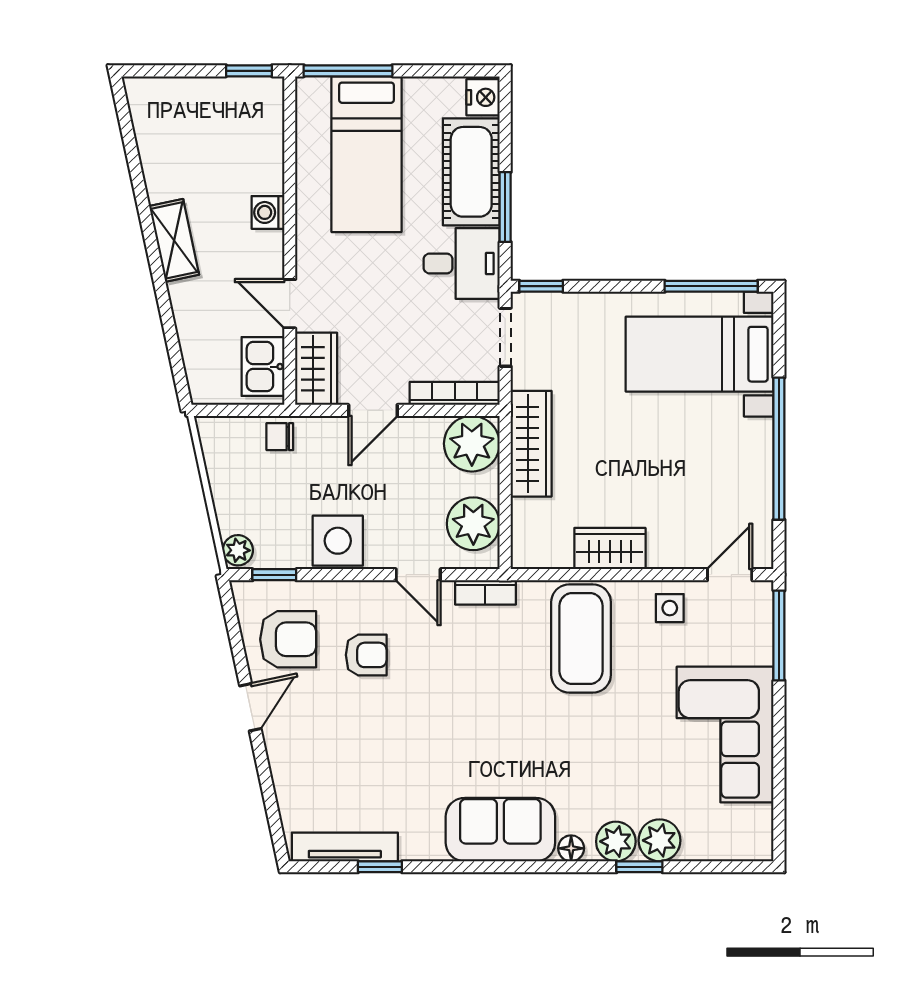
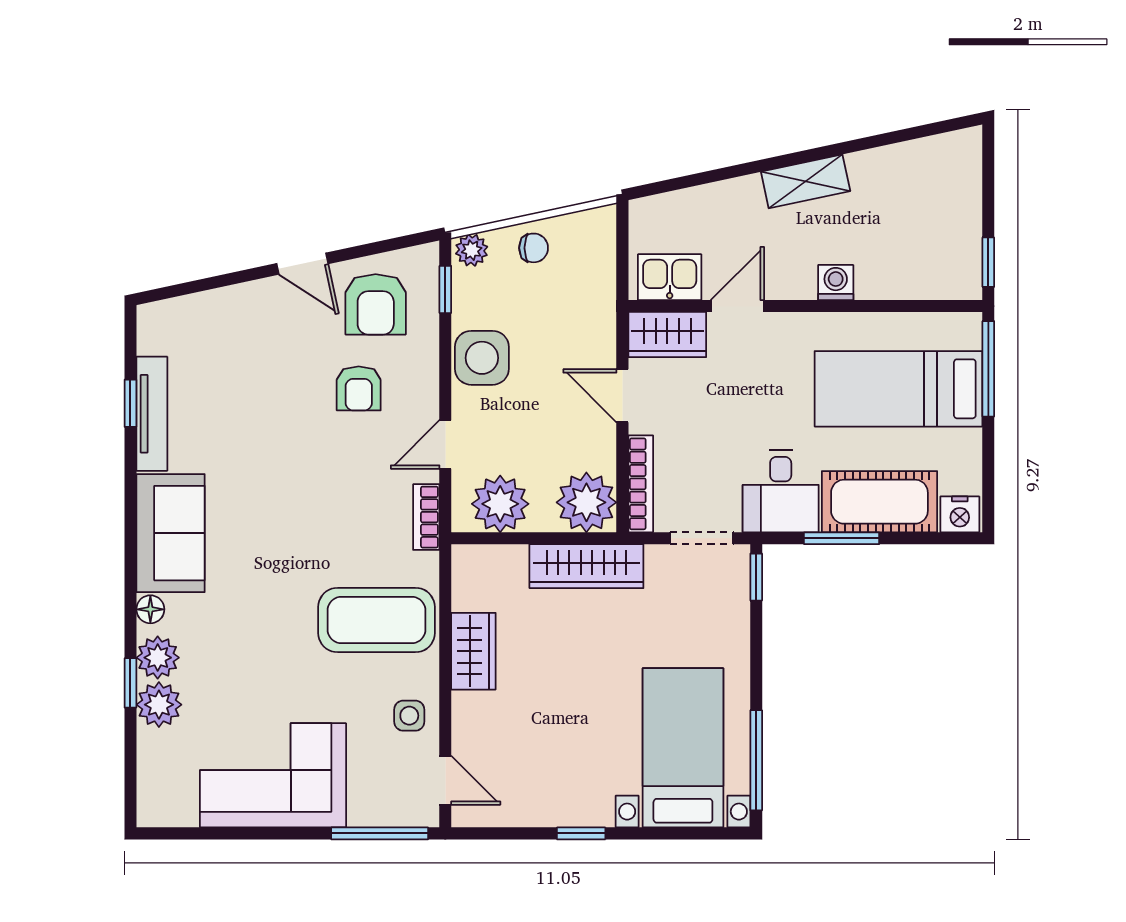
chair: (280, 437) -> (534, 248), moved, turned 90
window: (779, 449) -> (581, 833), width x0.32
tv unit: (345, 847) -> (152, 414), moved

